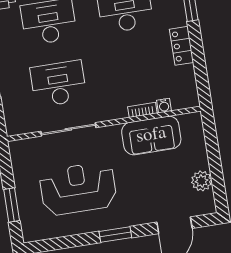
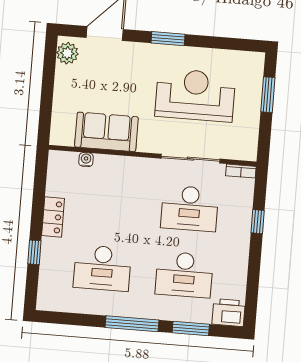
bookcase: (142, 110) -> (241, 171), moved
plant: (202, 181) -> (67, 53), moved
reception desk: (78, 189) -> (195, 95), turned 180

